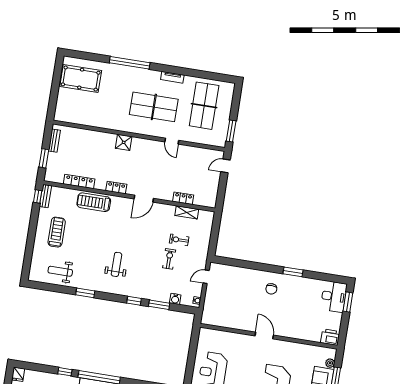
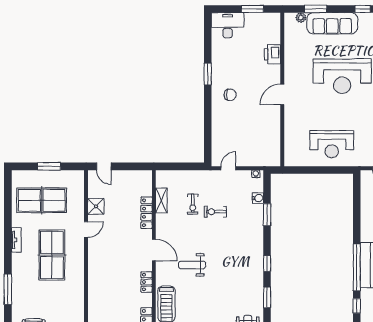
window: (130, 63) -> (8, 289), width x0.68
window: (231, 131) -> (49, 166), moved
shower: (124, 142) -> (96, 206), moved
locker: (183, 198) -> (147, 213), width x1.53
weight bench: (116, 264) -> (192, 265), moved
door: (206, 277) -> (228, 168), swing flipped
window: (134, 301) -> (267, 264), moved
window: (348, 302) -> (252, 9), moved
printer: (330, 337) -> (273, 54), moved

